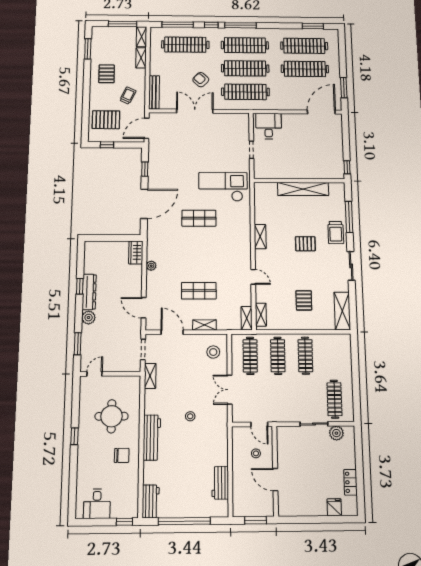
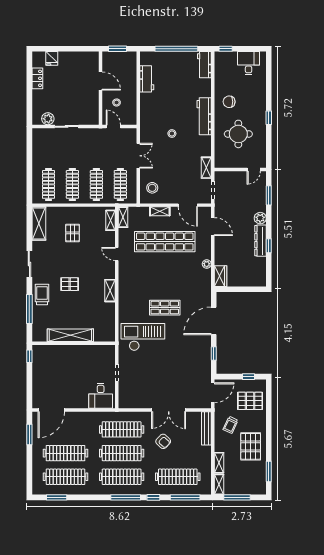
pallet: (107, 74) -> (251, 446), width x1.50, depth x1.42
checkout: (223, 187) -> (143, 337), turned 180
shop shelf: (199, 291) -> (165, 242), width x2.00, depth x1.36
clothes rail: (334, 399) -> (48, 184), moved

